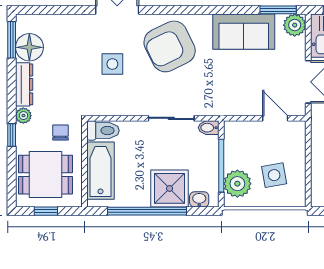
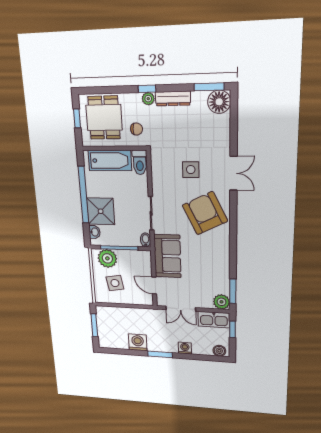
sofa: (244, 32) -> (167, 256), moved, turned 180
floor lamp: (29, 47) -> (219, 102), moved
door: (275, 118) -> (154, 286), swing flipped
window: (12, 135) -> (147, 89), moved

